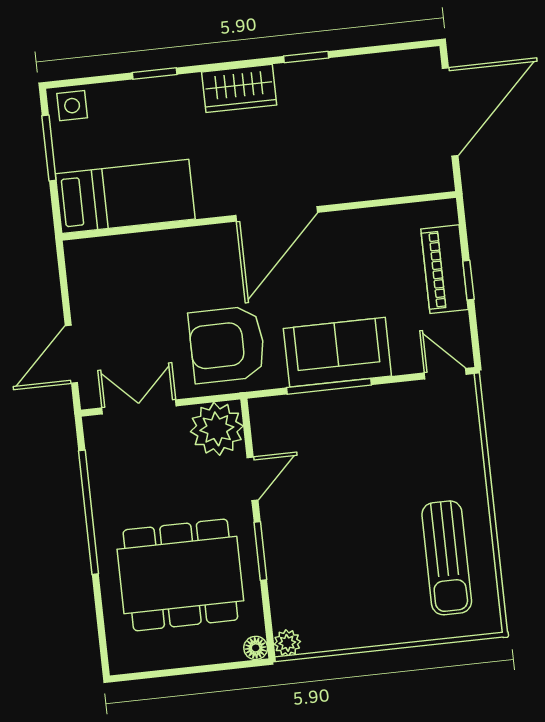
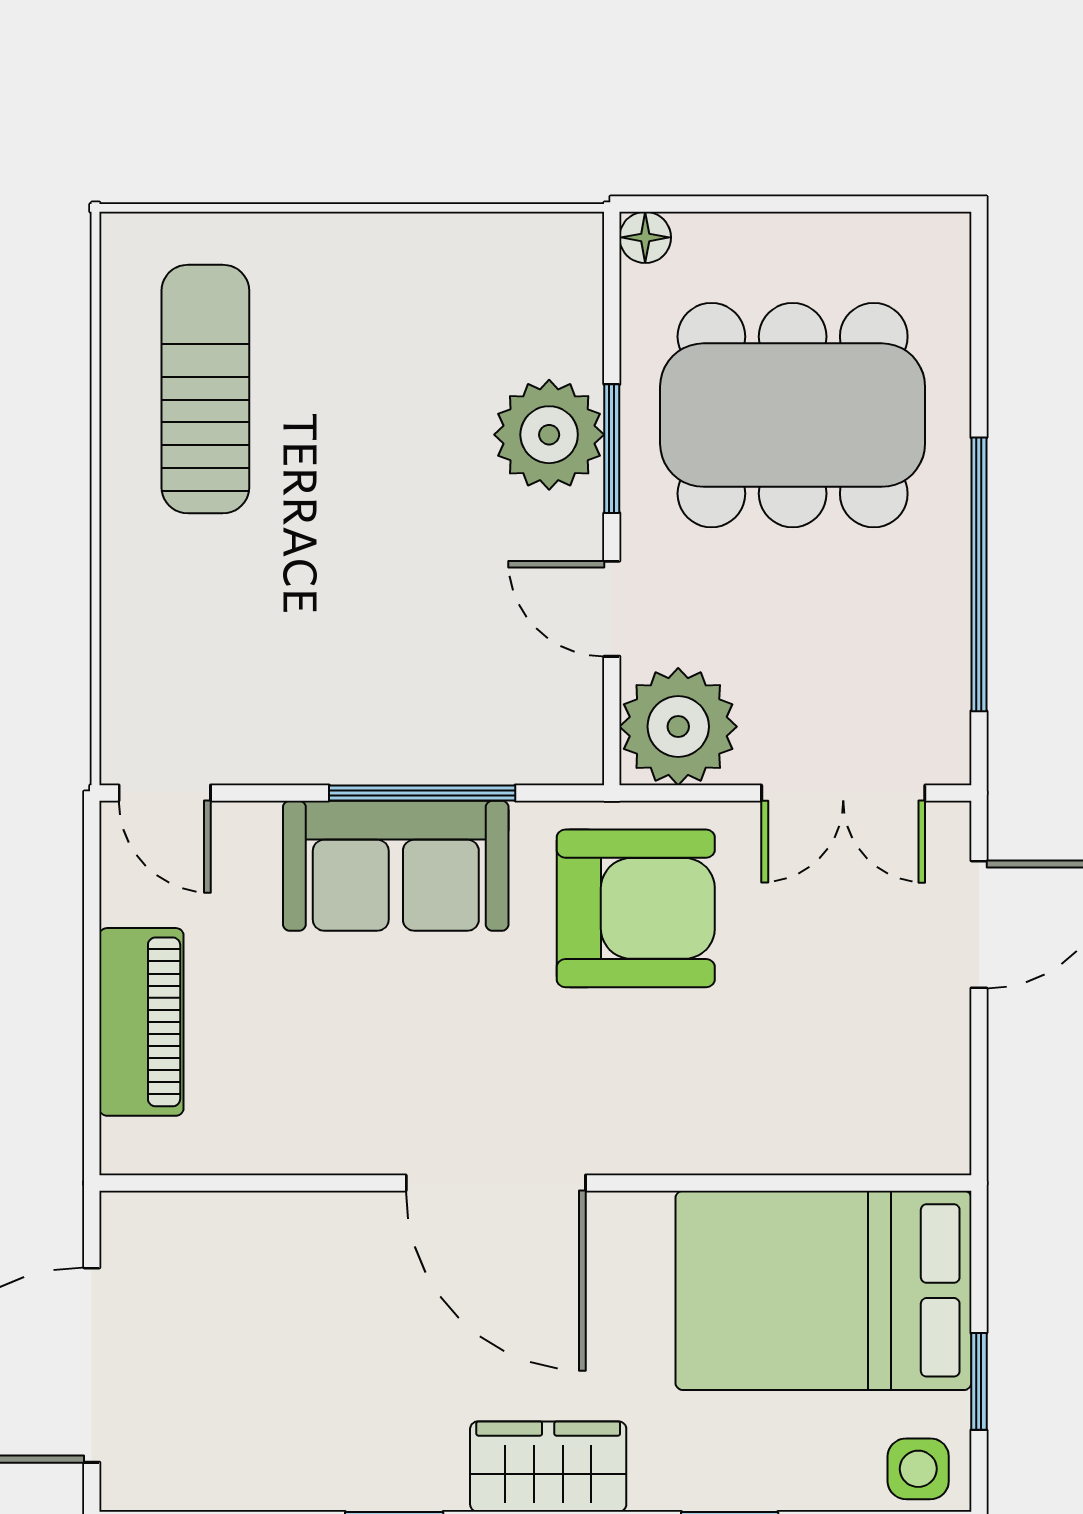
window: (49, 148) -> (979, 1381), width x0.67
bed: (125, 196) -> (823, 1290), width x1.50
door: (277, 214) -> (496, 1183), swing flipped
window: (468, 280) -> (92, 992), removed
door: (253, 479) -> (612, 609), hinge flipped
plant: (287, 643) -> (549, 435), moved, width x1.88, depth x1.88

